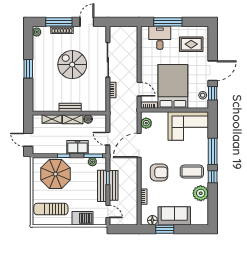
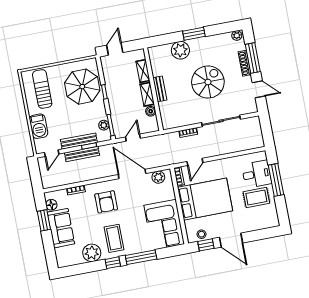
rug: (191, 44) -> (256, 198), moved, turned 90
plant: (40, 83) -> (180, 50), added
freezer: (78, 147) -> (117, 106), removed

